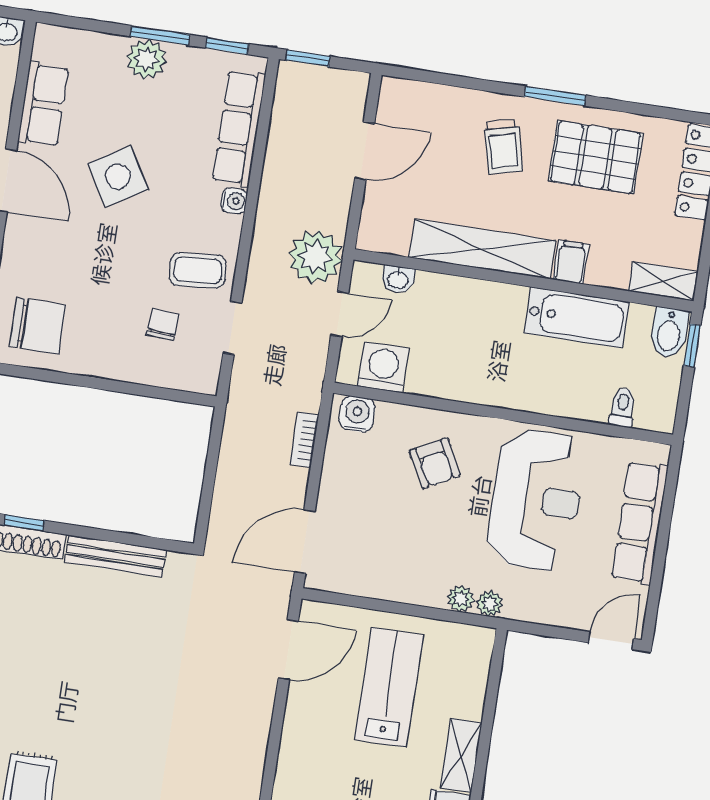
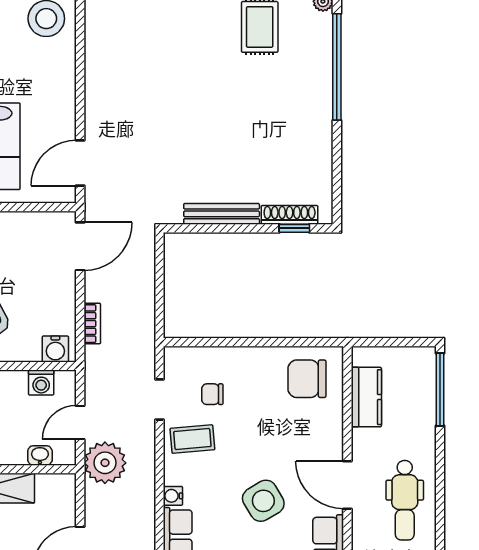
chair: (163, 325) -> (212, 394), turned 85
washing machine: (383, 367) -> (41, 383), width x0.73, depth x0.73

